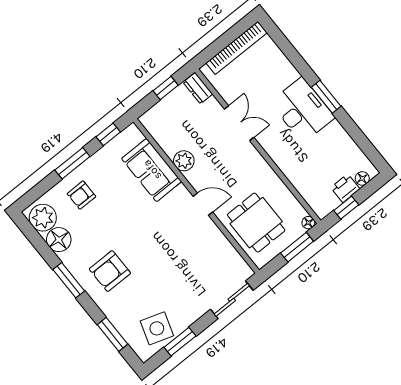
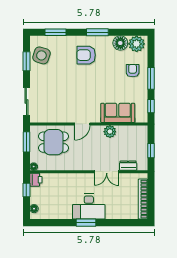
dresser: (198, 88) -> (128, 166), moved
printer: (345, 188) -> (36, 180), moved
window: (297, 247) -> (26, 142), moved
armchair: (110, 271) -> (86, 55), turned -90

